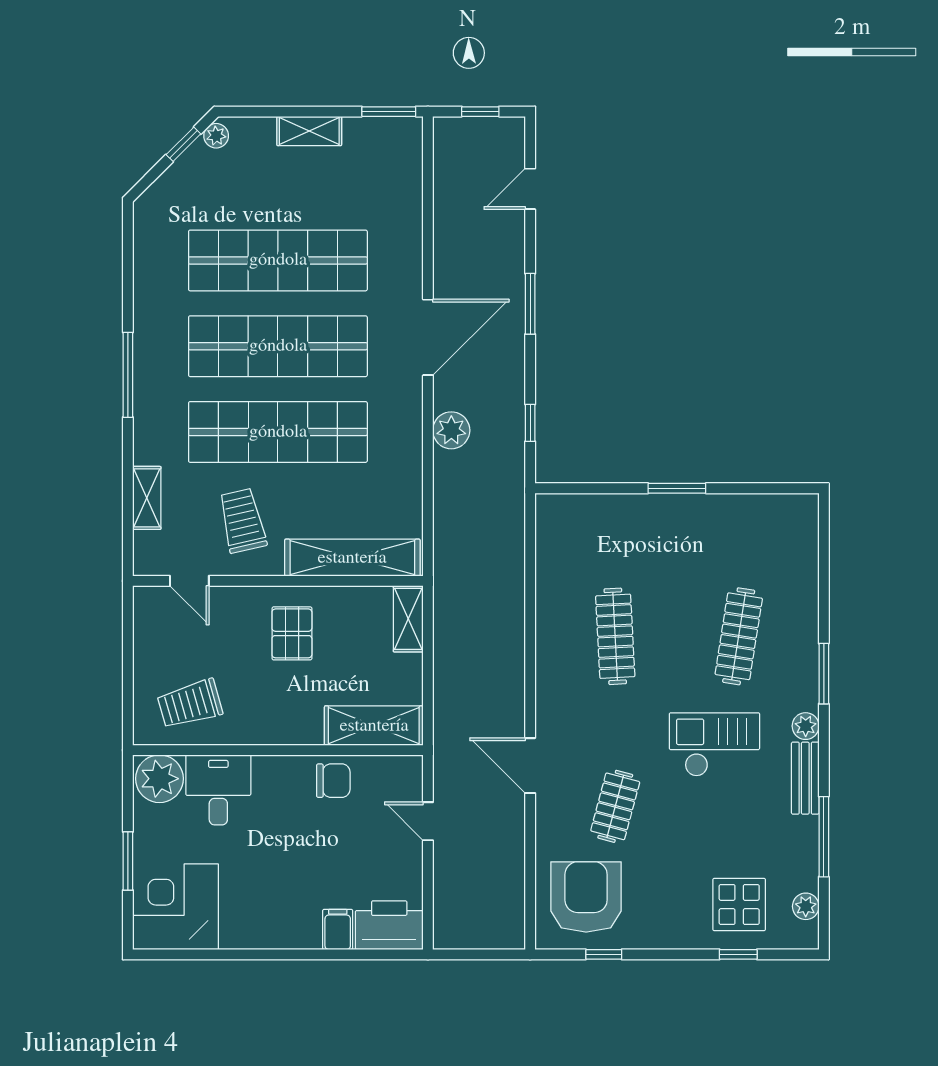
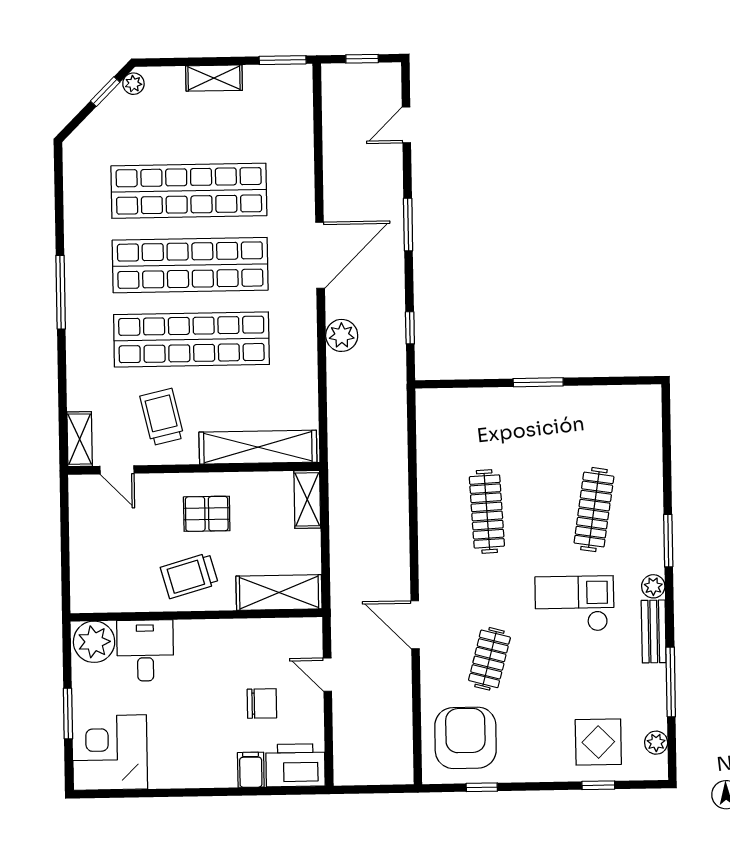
shelving: (147, 498) -> (80, 439), moved
pallet: (292, 633) -> (207, 514), turned 90
trolley: (190, 704) -> (189, 576), moved
chair: (333, 781) -> (262, 704), moved

